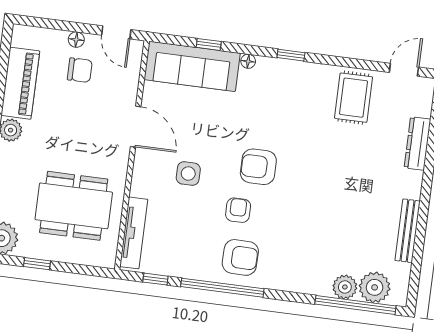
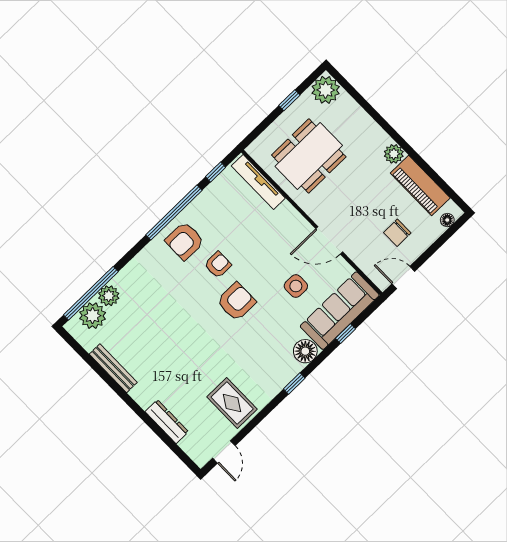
floor lamp: (76, 40) -> (447, 220), moved
floor lamp: (248, 61) -> (305, 351), width x1.89, depth x1.89
side table: (188, 174) -> (296, 286), moved
armchair: (238, 210) -> (218, 265), turned -90

